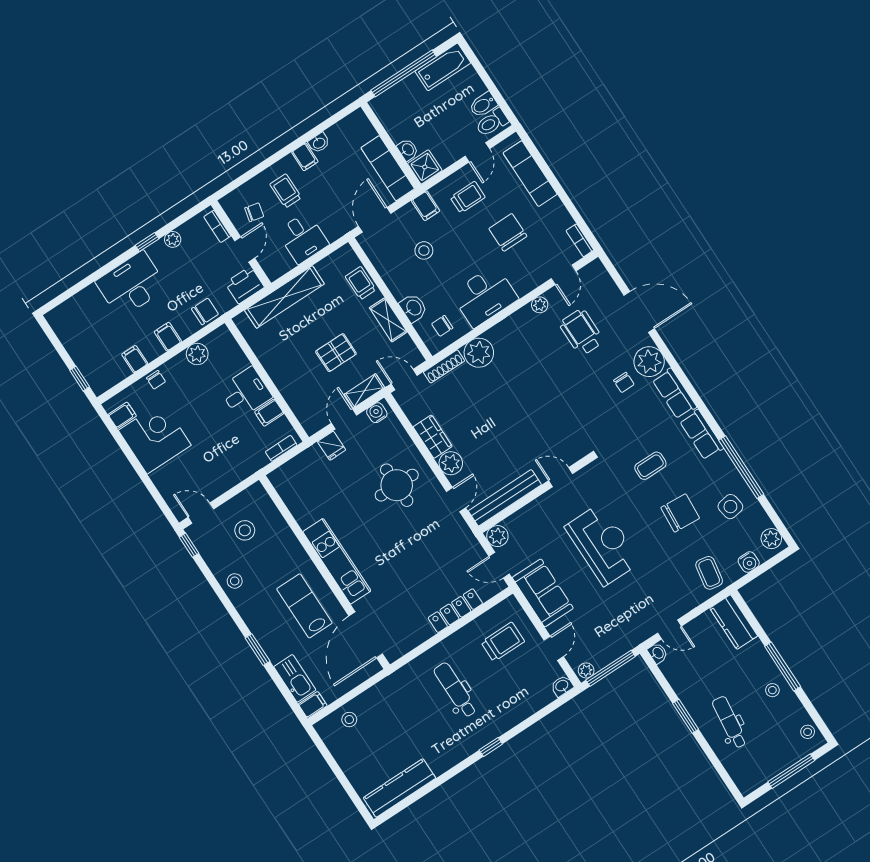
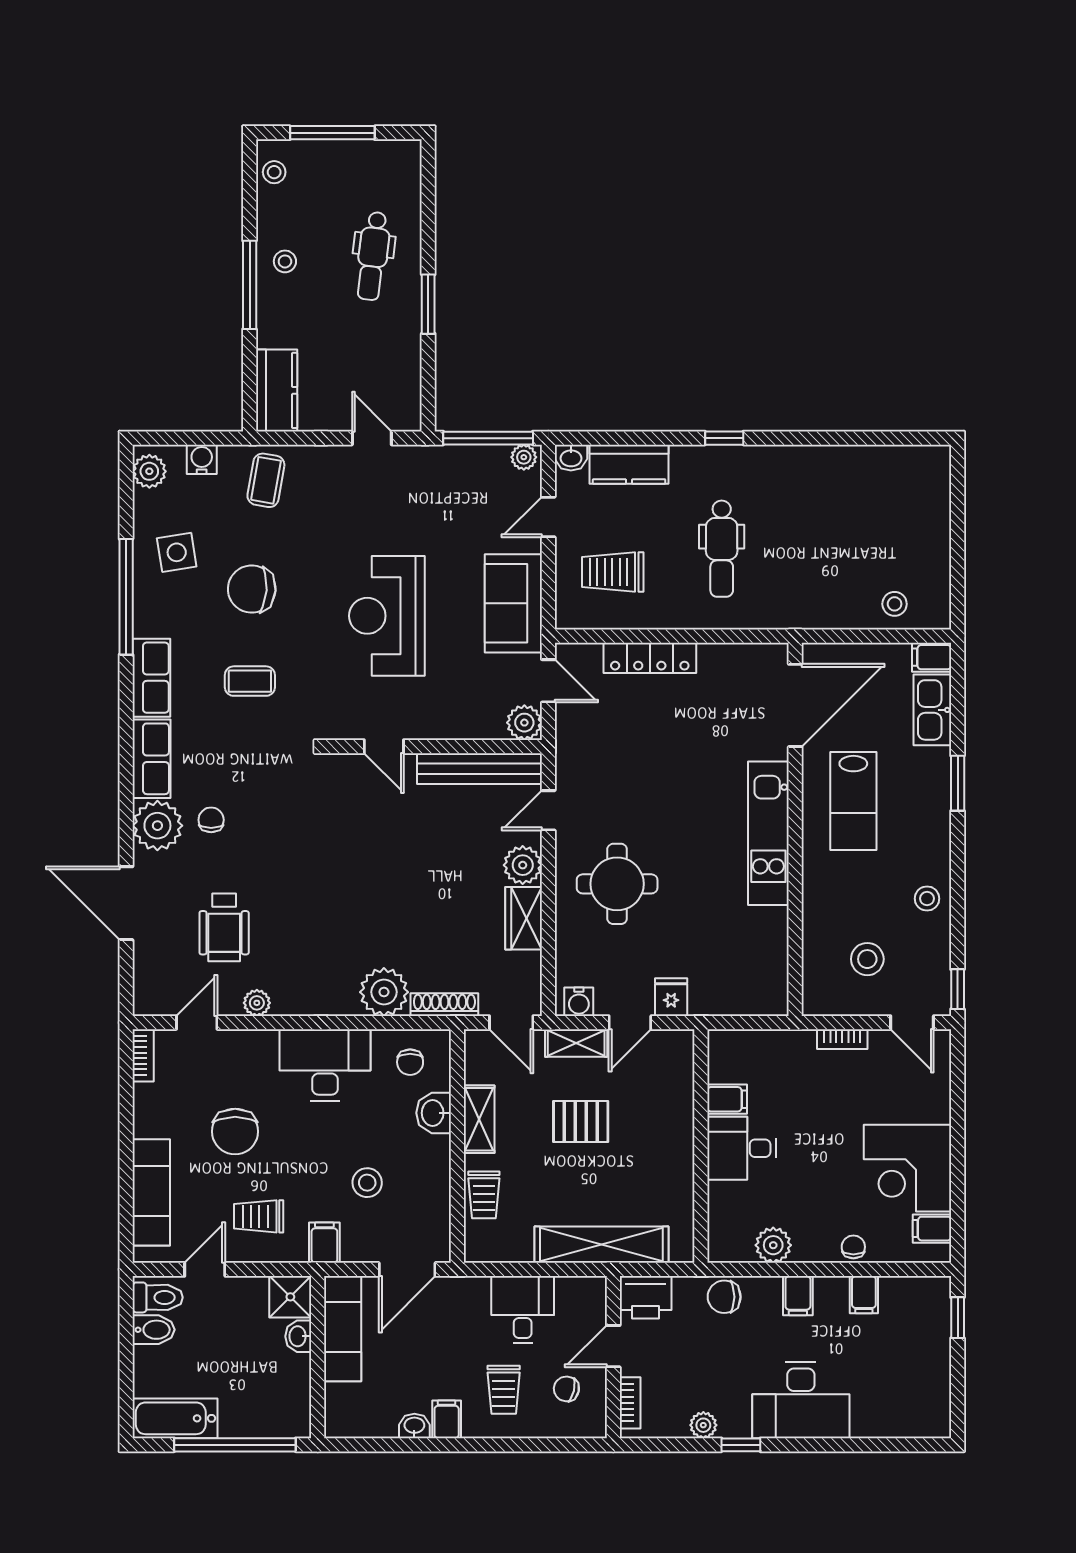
chair: (442, 326) -> (410, 1062), turned 90
bookcase: (281, 448) -> (842, 1039), moved
washbasin: (658, 653) -> (409, 416), removed
kitchen counter: (399, 788) -> (629, 464), moved, width x0.67

